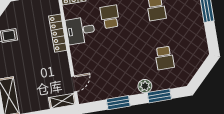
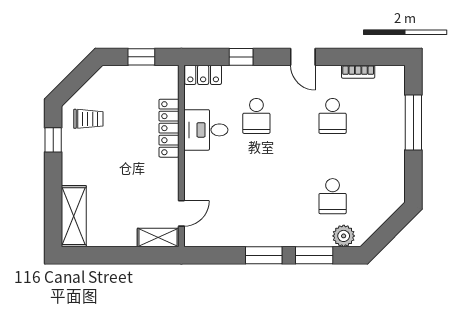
school desk: (110, 17) -> (256, 116), turned 180
plant: (145, 86) -> (344, 236), moved
window: (118, 103) -> (264, 255), moved

